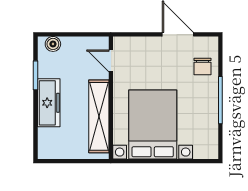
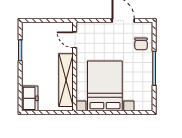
boiler: (53, 44) -> (33, 28), removed
freezer: (49, 103) -> (30, 98), moved, width x0.71

